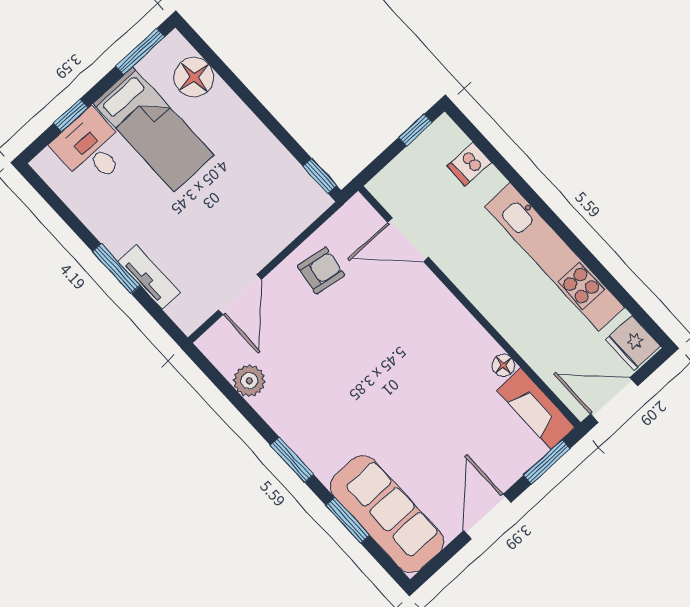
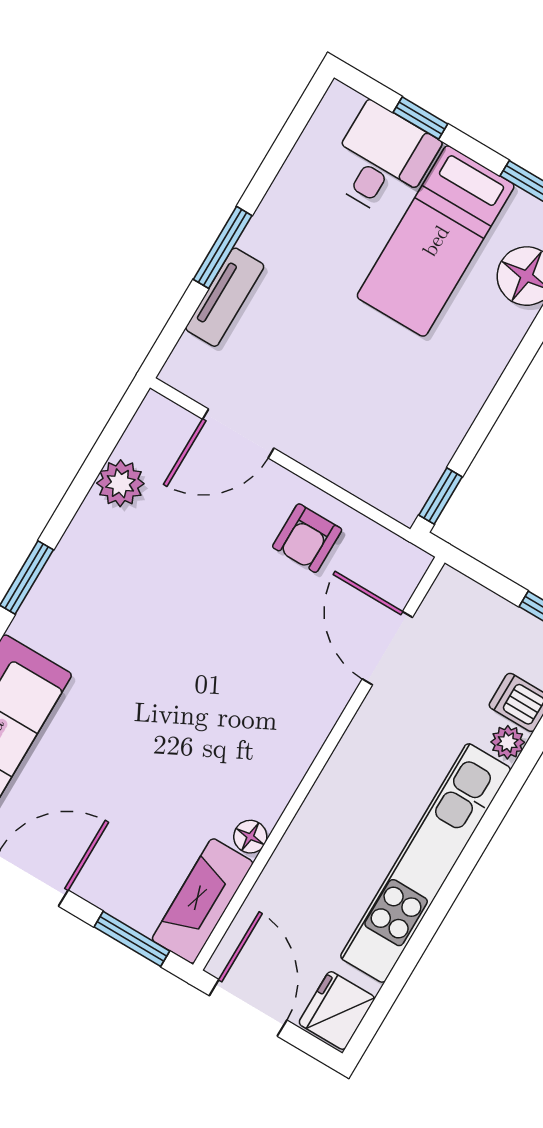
plant: (492, 180) -> (508, 742), added
armchair: (321, 270) -> (307, 538), turned 81

